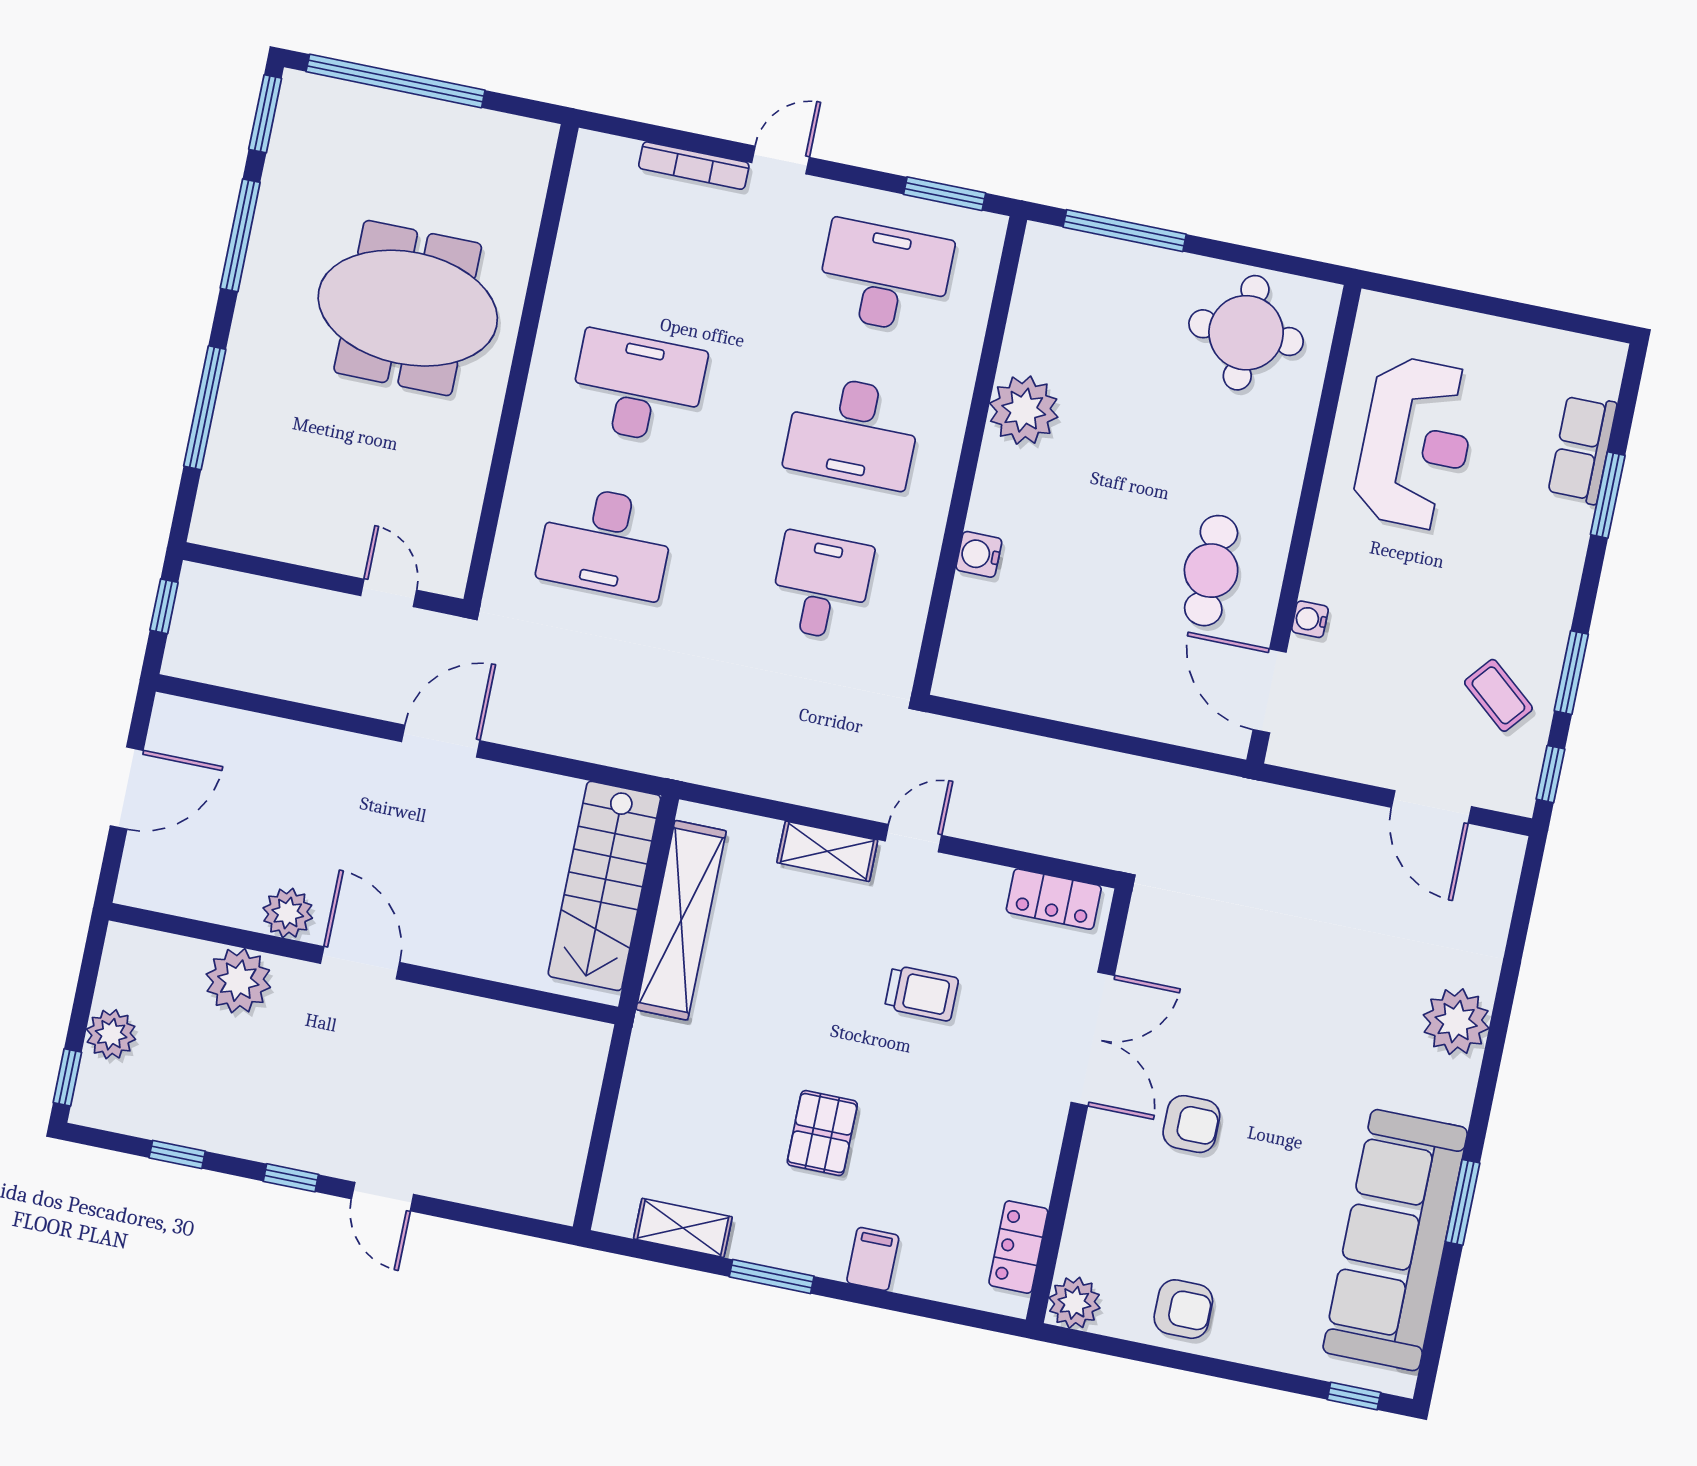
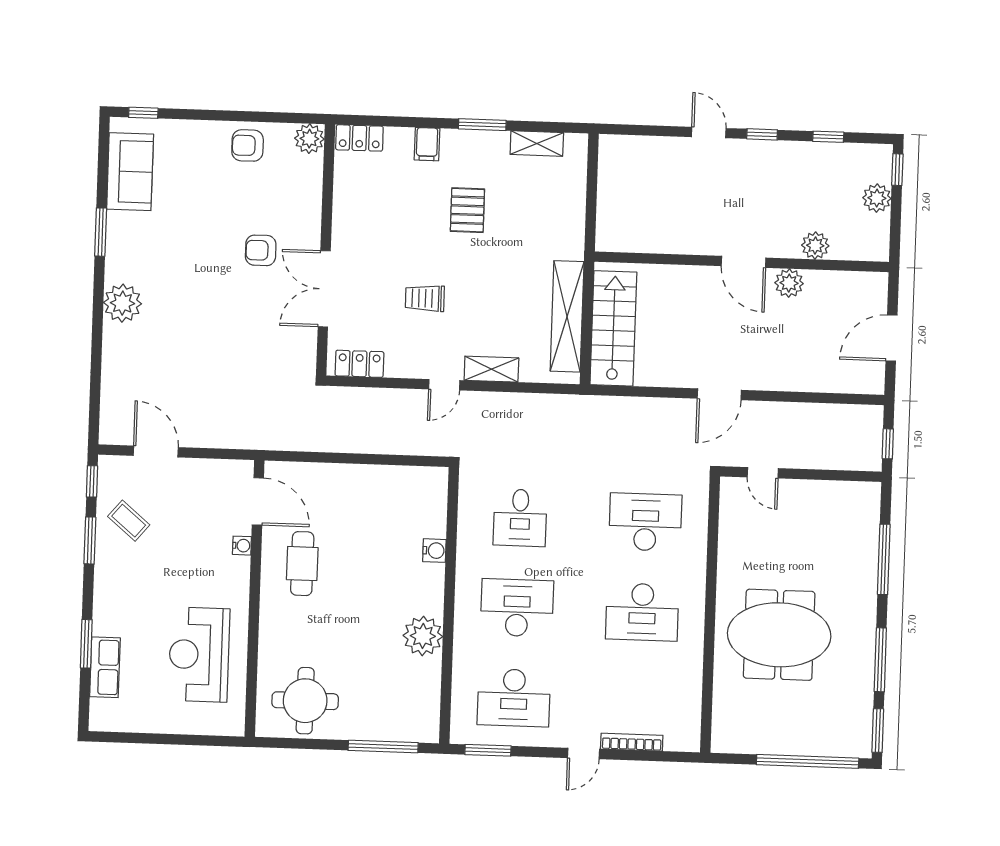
plant: (238, 981) -> (815, 245), width x0.73, depth x0.73
plant: (1456, 1022) -> (122, 303), moved
sofa: (1395, 1240) -> (130, 172), width x0.54, depth x0.79
locker: (1018, 1247) -> (359, 138), moved, turned 90

